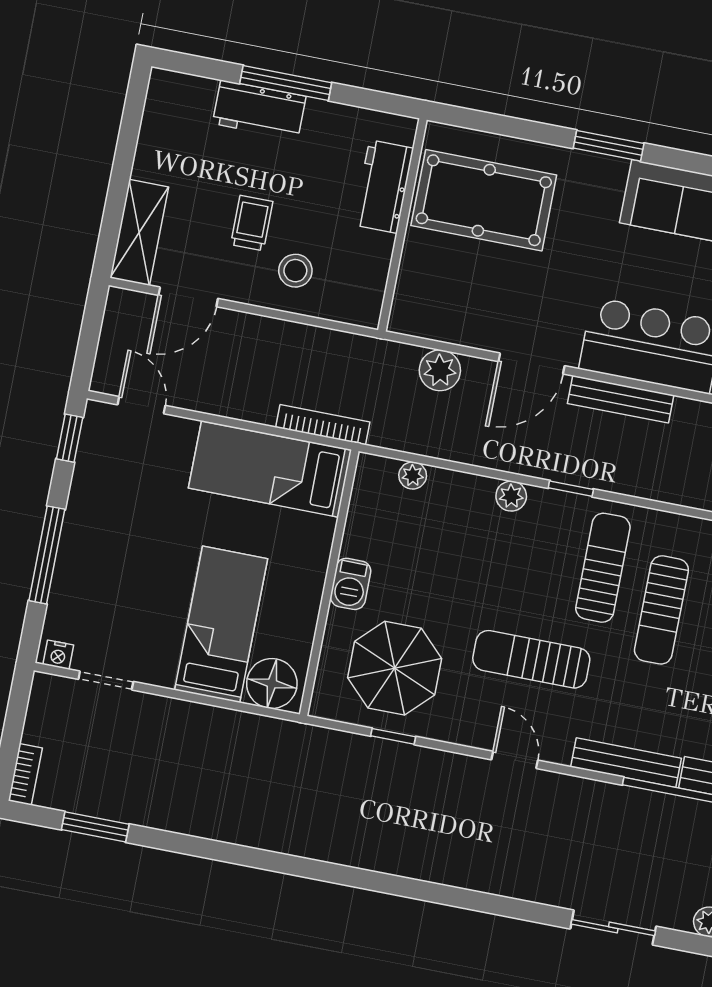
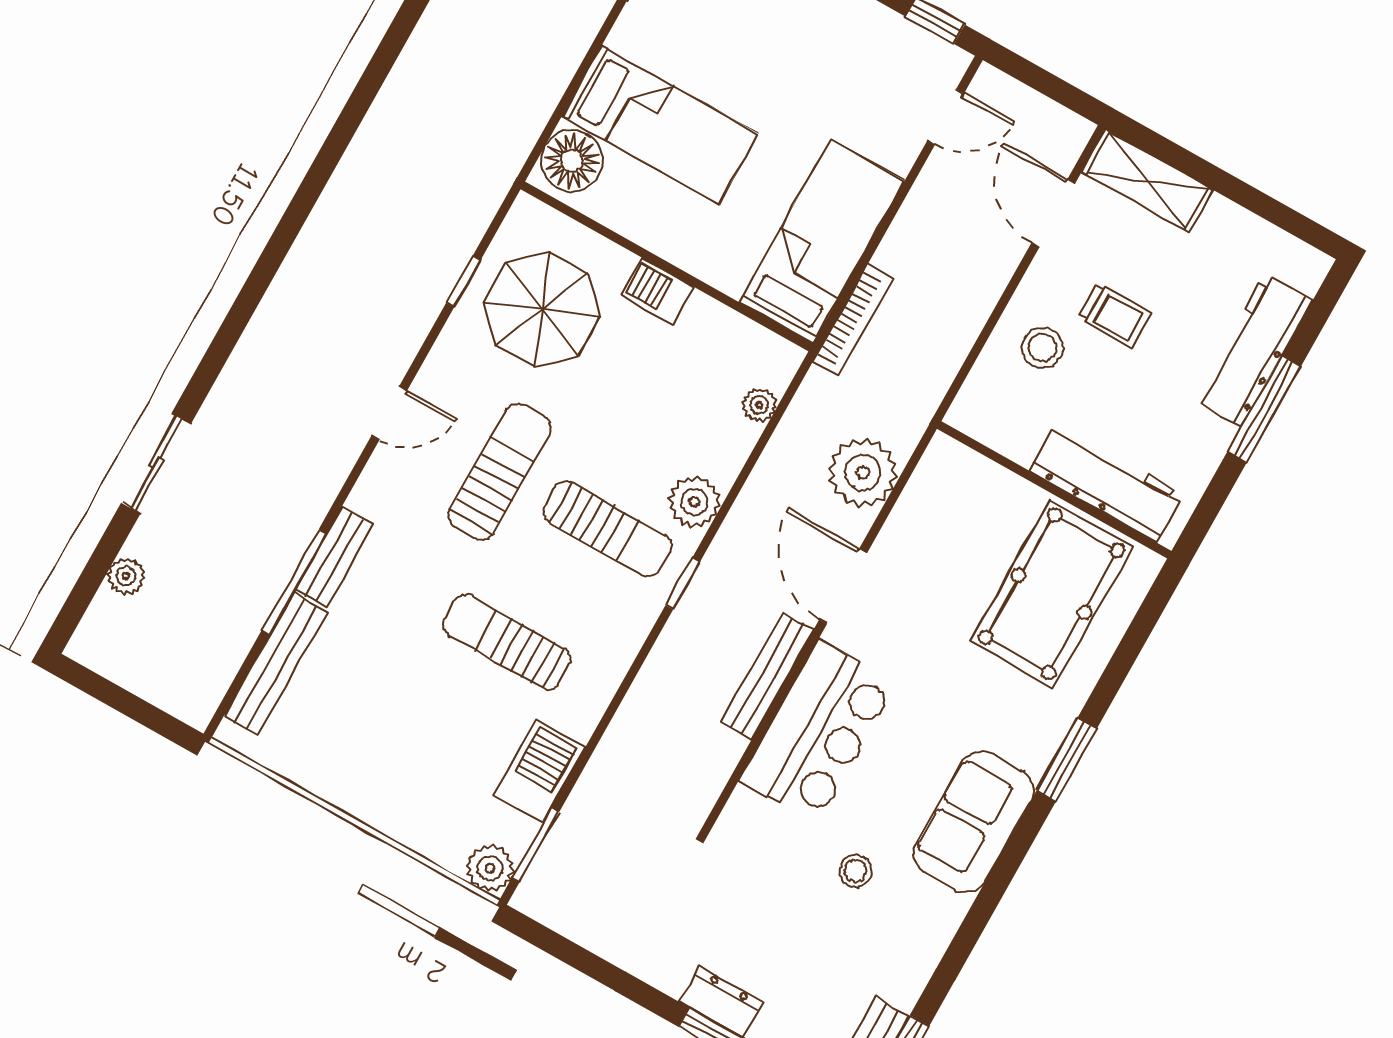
workbench: (259, 110) -> (1253, 350), width x1.38
workbench: (383, 187) -> (1106, 482), width x1.38
plant: (440, 370) -> (863, 473), width x1.36, depth x1.36
plant: (511, 496) -> (694, 502), width x1.38, depth x1.38
sun lounger: (603, 568) -> (607, 529), moved
bench: (626, 763) -> (334, 557), width x0.73

